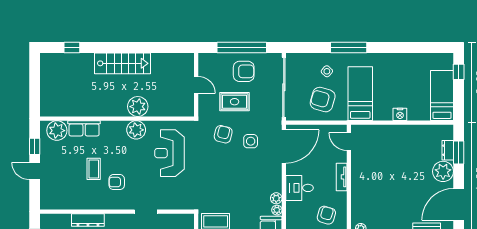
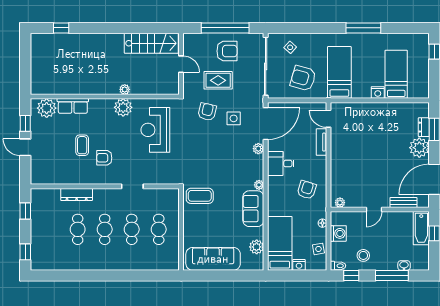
window: (349, 47) -> (363, 28), moved
stairs: (123, 63) -> (151, 43), moved
side table: (327, 71) -> (290, 47), moved
bed: (442, 95) -> (396, 74), moved
plant: (138, 107) -> (125, 89), width x0.53, depth x0.53
tv unit: (342, 177) -> (321, 142), moved
plant: (276, 198) -> (258, 149), moved

